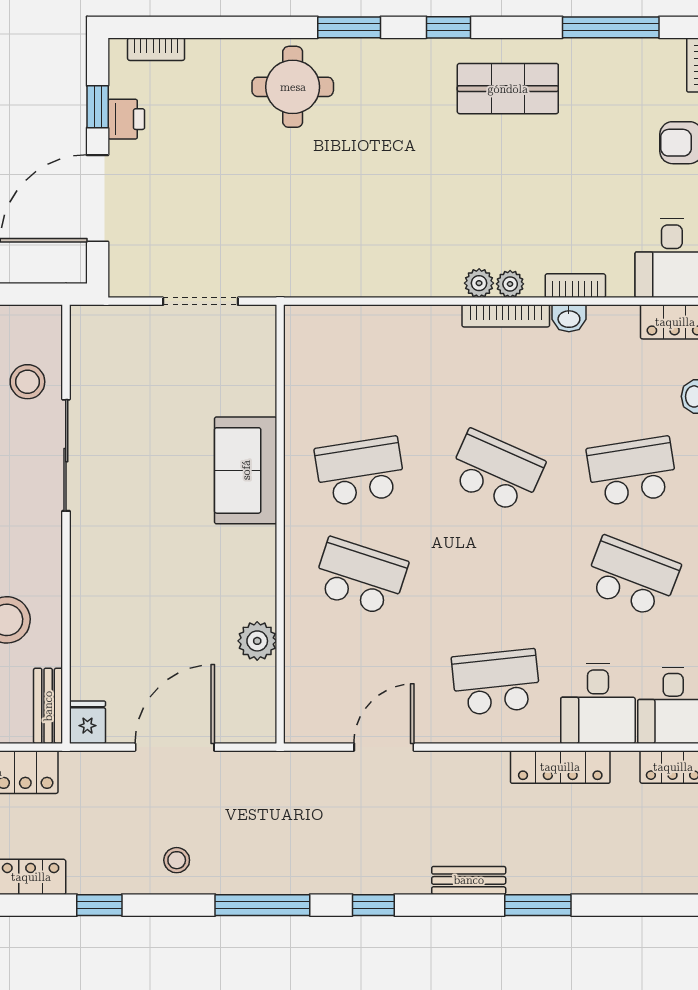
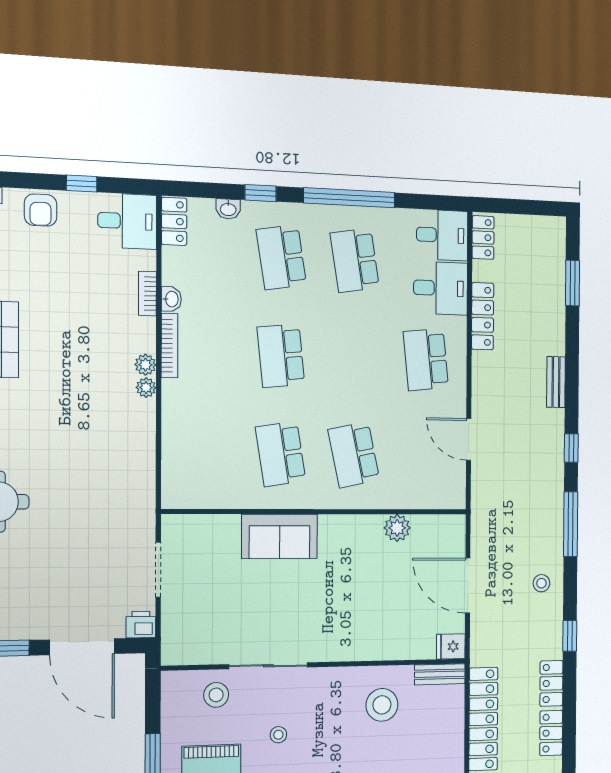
printer: (126, 119) -> (141, 624), moved
plant: (510, 284) -> (146, 388), moved
school desk: (496, 471) -> (281, 356), turned -30
school desk: (360, 577) -> (354, 455), turned -30
school desk: (632, 577) -> (355, 260), turned -30
window: (538, 905) -> (572, 283), moved

